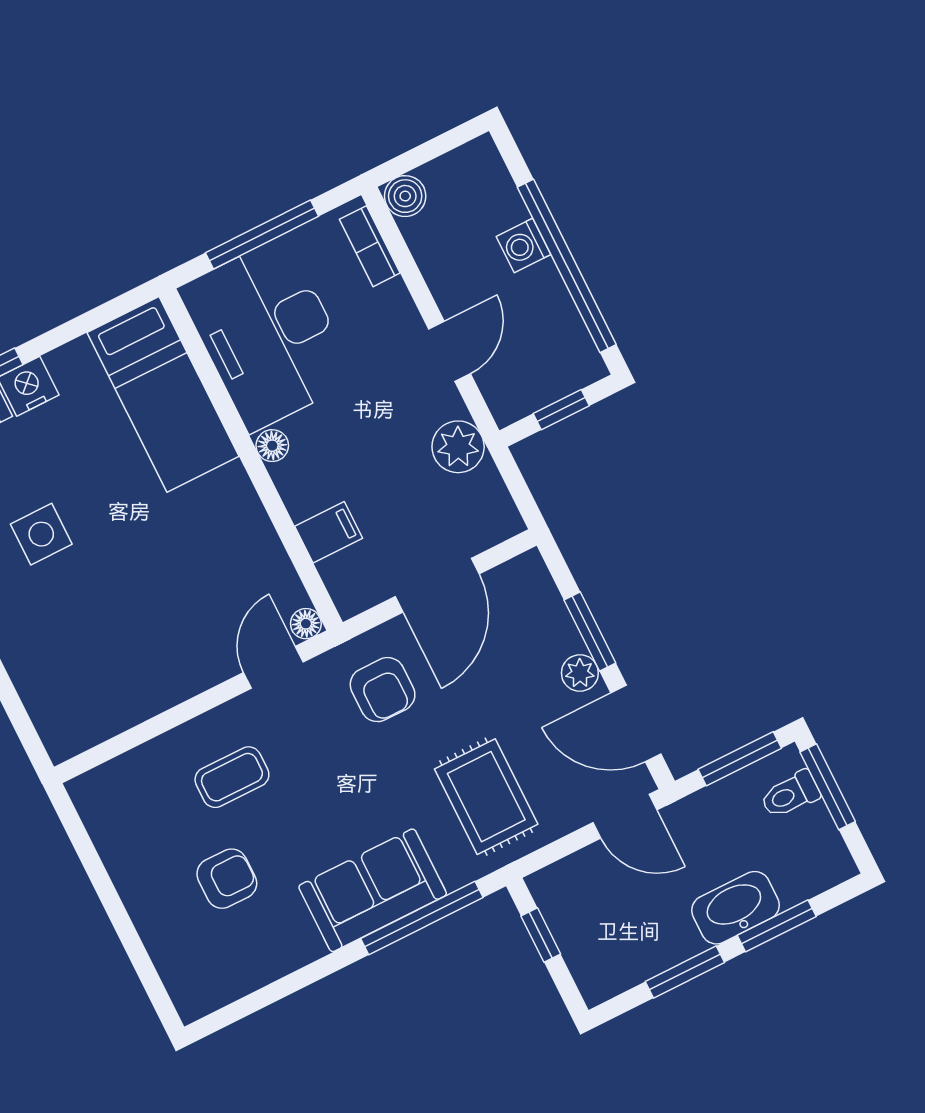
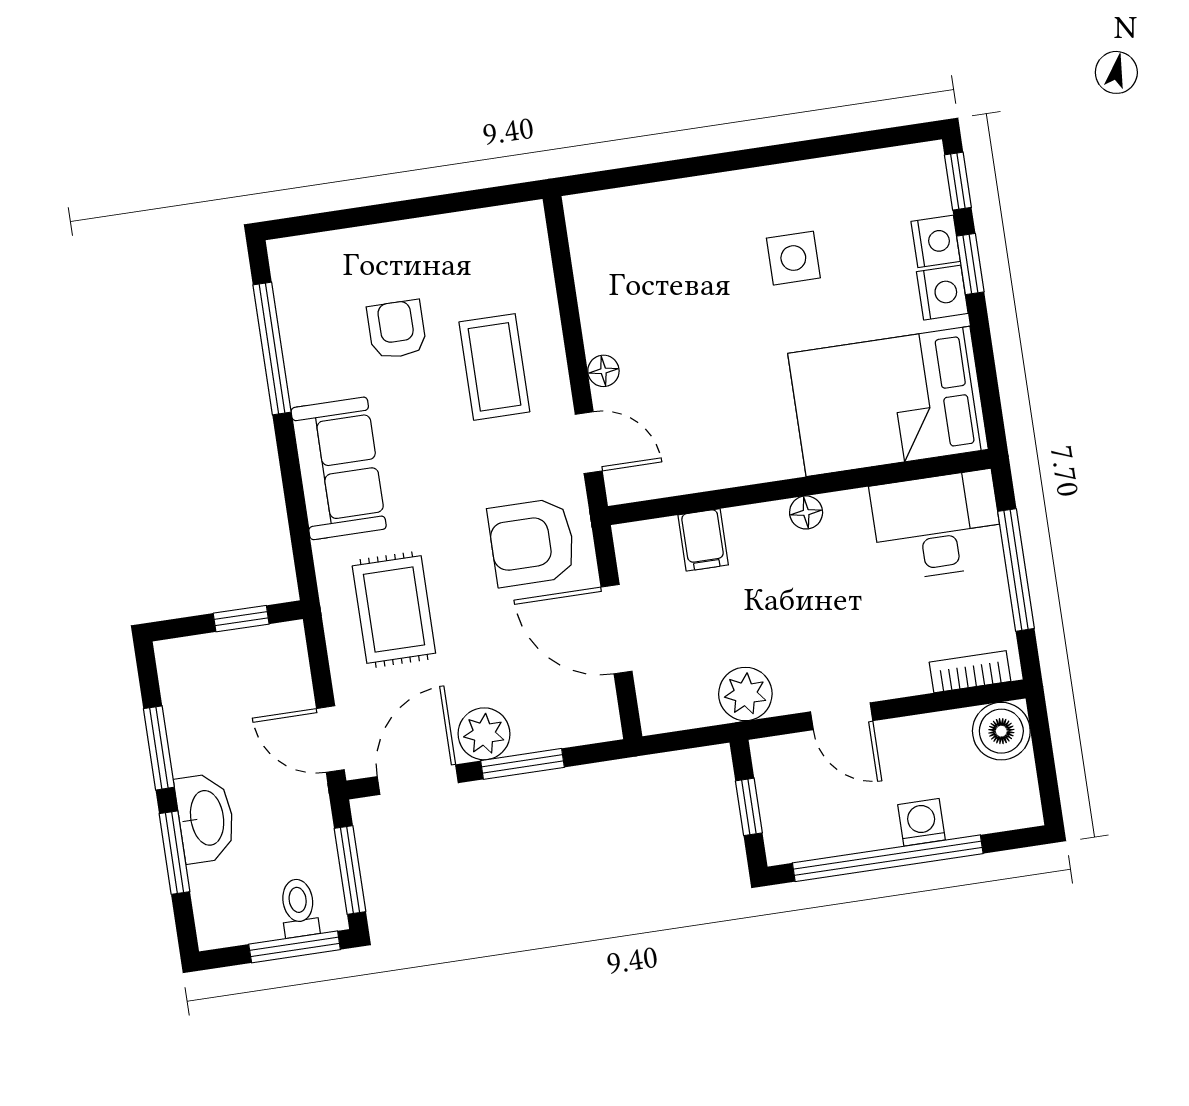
boiler: (405, 196) -> (1001, 731), width x1.36, depth x1.36
desk: (267, 334) -> (937, 526), width x0.73, depth x0.77
bed: (163, 394) -> (888, 401), width x1.50
floor lamp: (306, 624) -> (603, 371), moved
plant: (580, 673) -> (484, 734), width x1.38, depth x1.38
armchair: (383, 690) -> (532, 542), width x1.38, depth x1.38
coffee table: (232, 777) -> (494, 367), width x1.36, depth x1.30
rug: (486, 797) -> (394, 610), turned 90
door: (625, 816) -> (330, 739), hinge flipped
armchair: (227, 879) -> (397, 329), turned 180
window: (422, 918) -> (272, 348), moved

